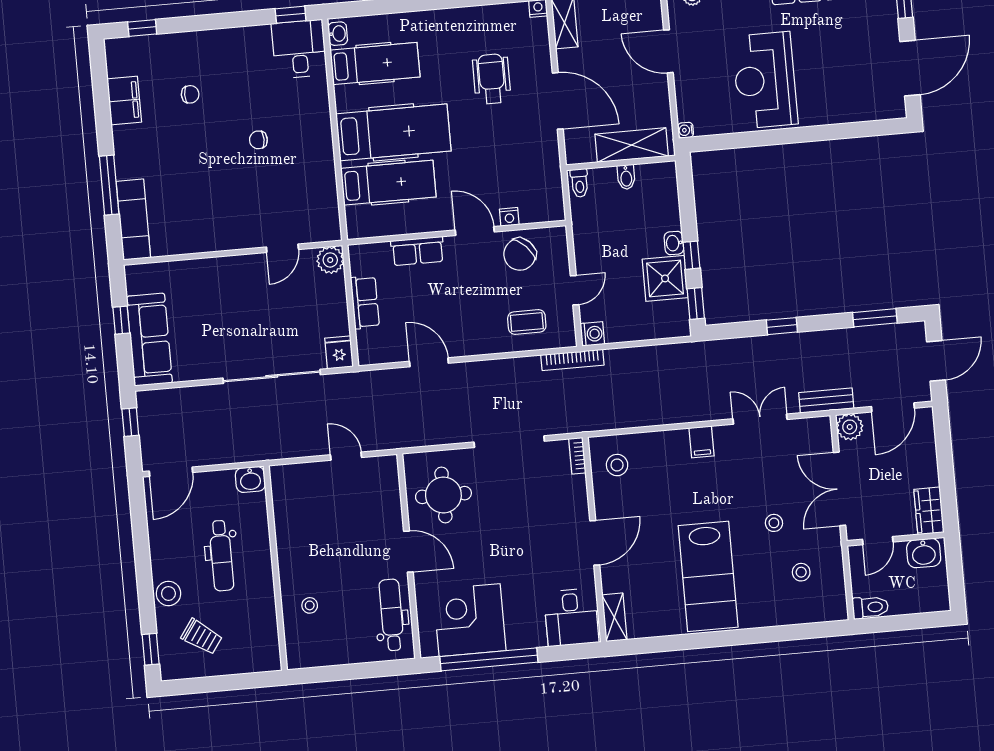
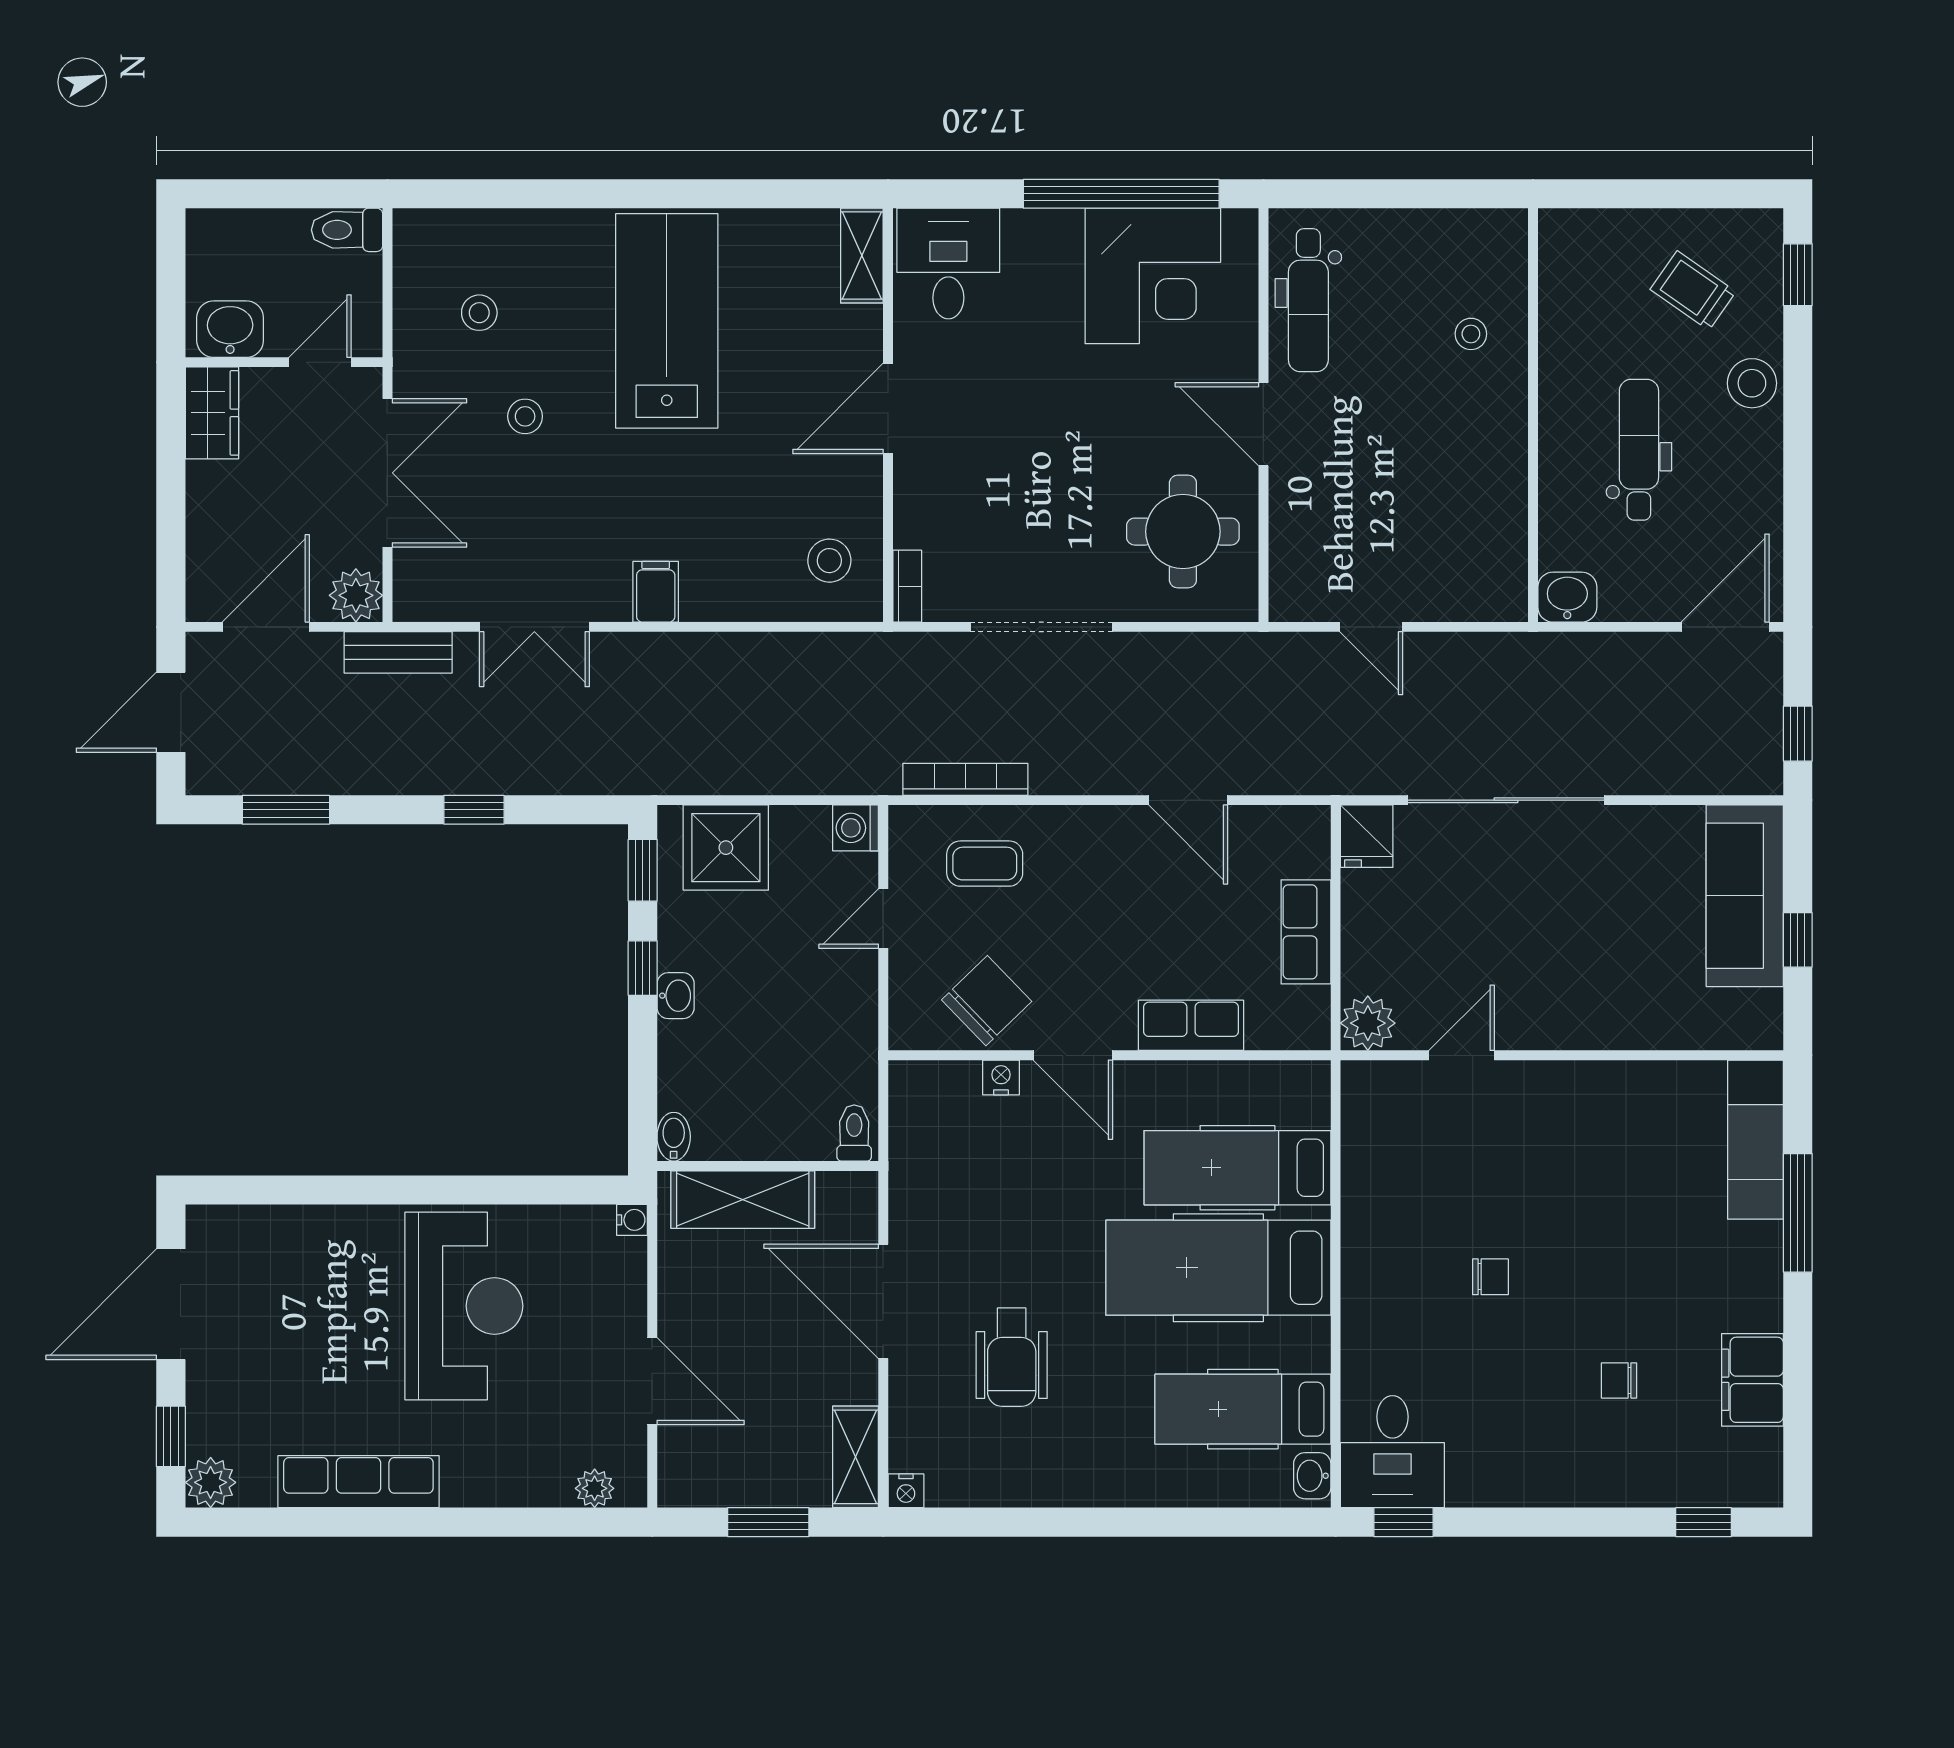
bidet: (626, 177) -> (674, 1137), moved
shower: (665, 278) -> (726, 848), moved
bookcase: (572, 360) -> (965, 779), moved

